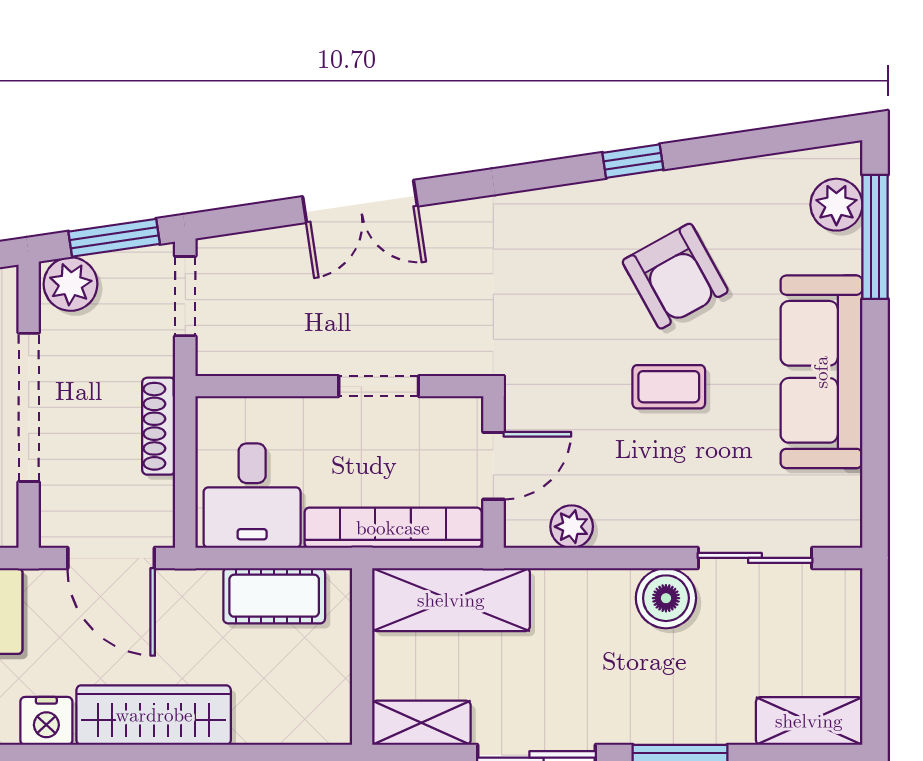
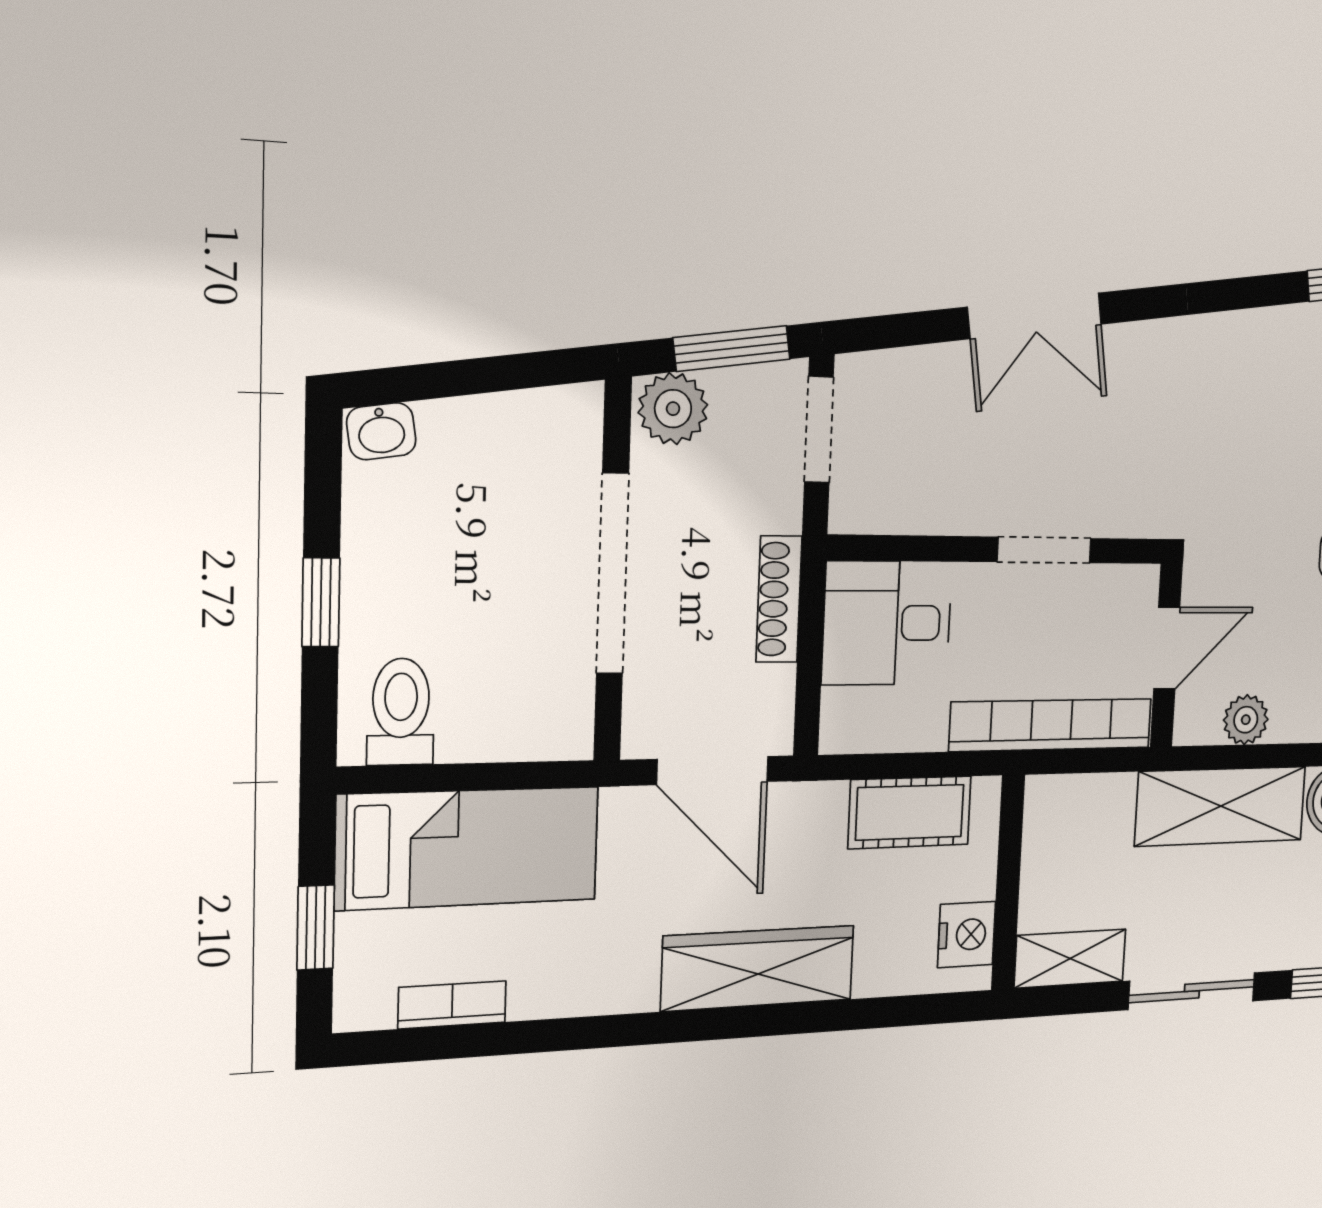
desk: (252, 496) -> (887, 623), moved, turned 90
shelving: (451, 600) -> (1221, 806), moved
nightstand: (46, 721) -> (967, 935), moved, turned -90

